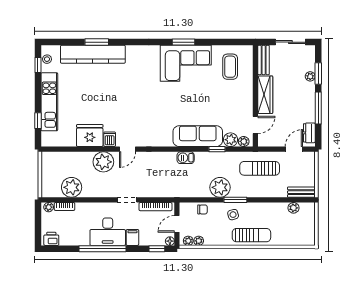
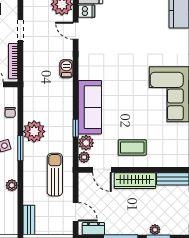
coffee table: (230, 67) -> (132, 148), moved
barbecue: (186, 158) -> (66, 69), moved
plant: (293, 208) -> (12, 185), moved

